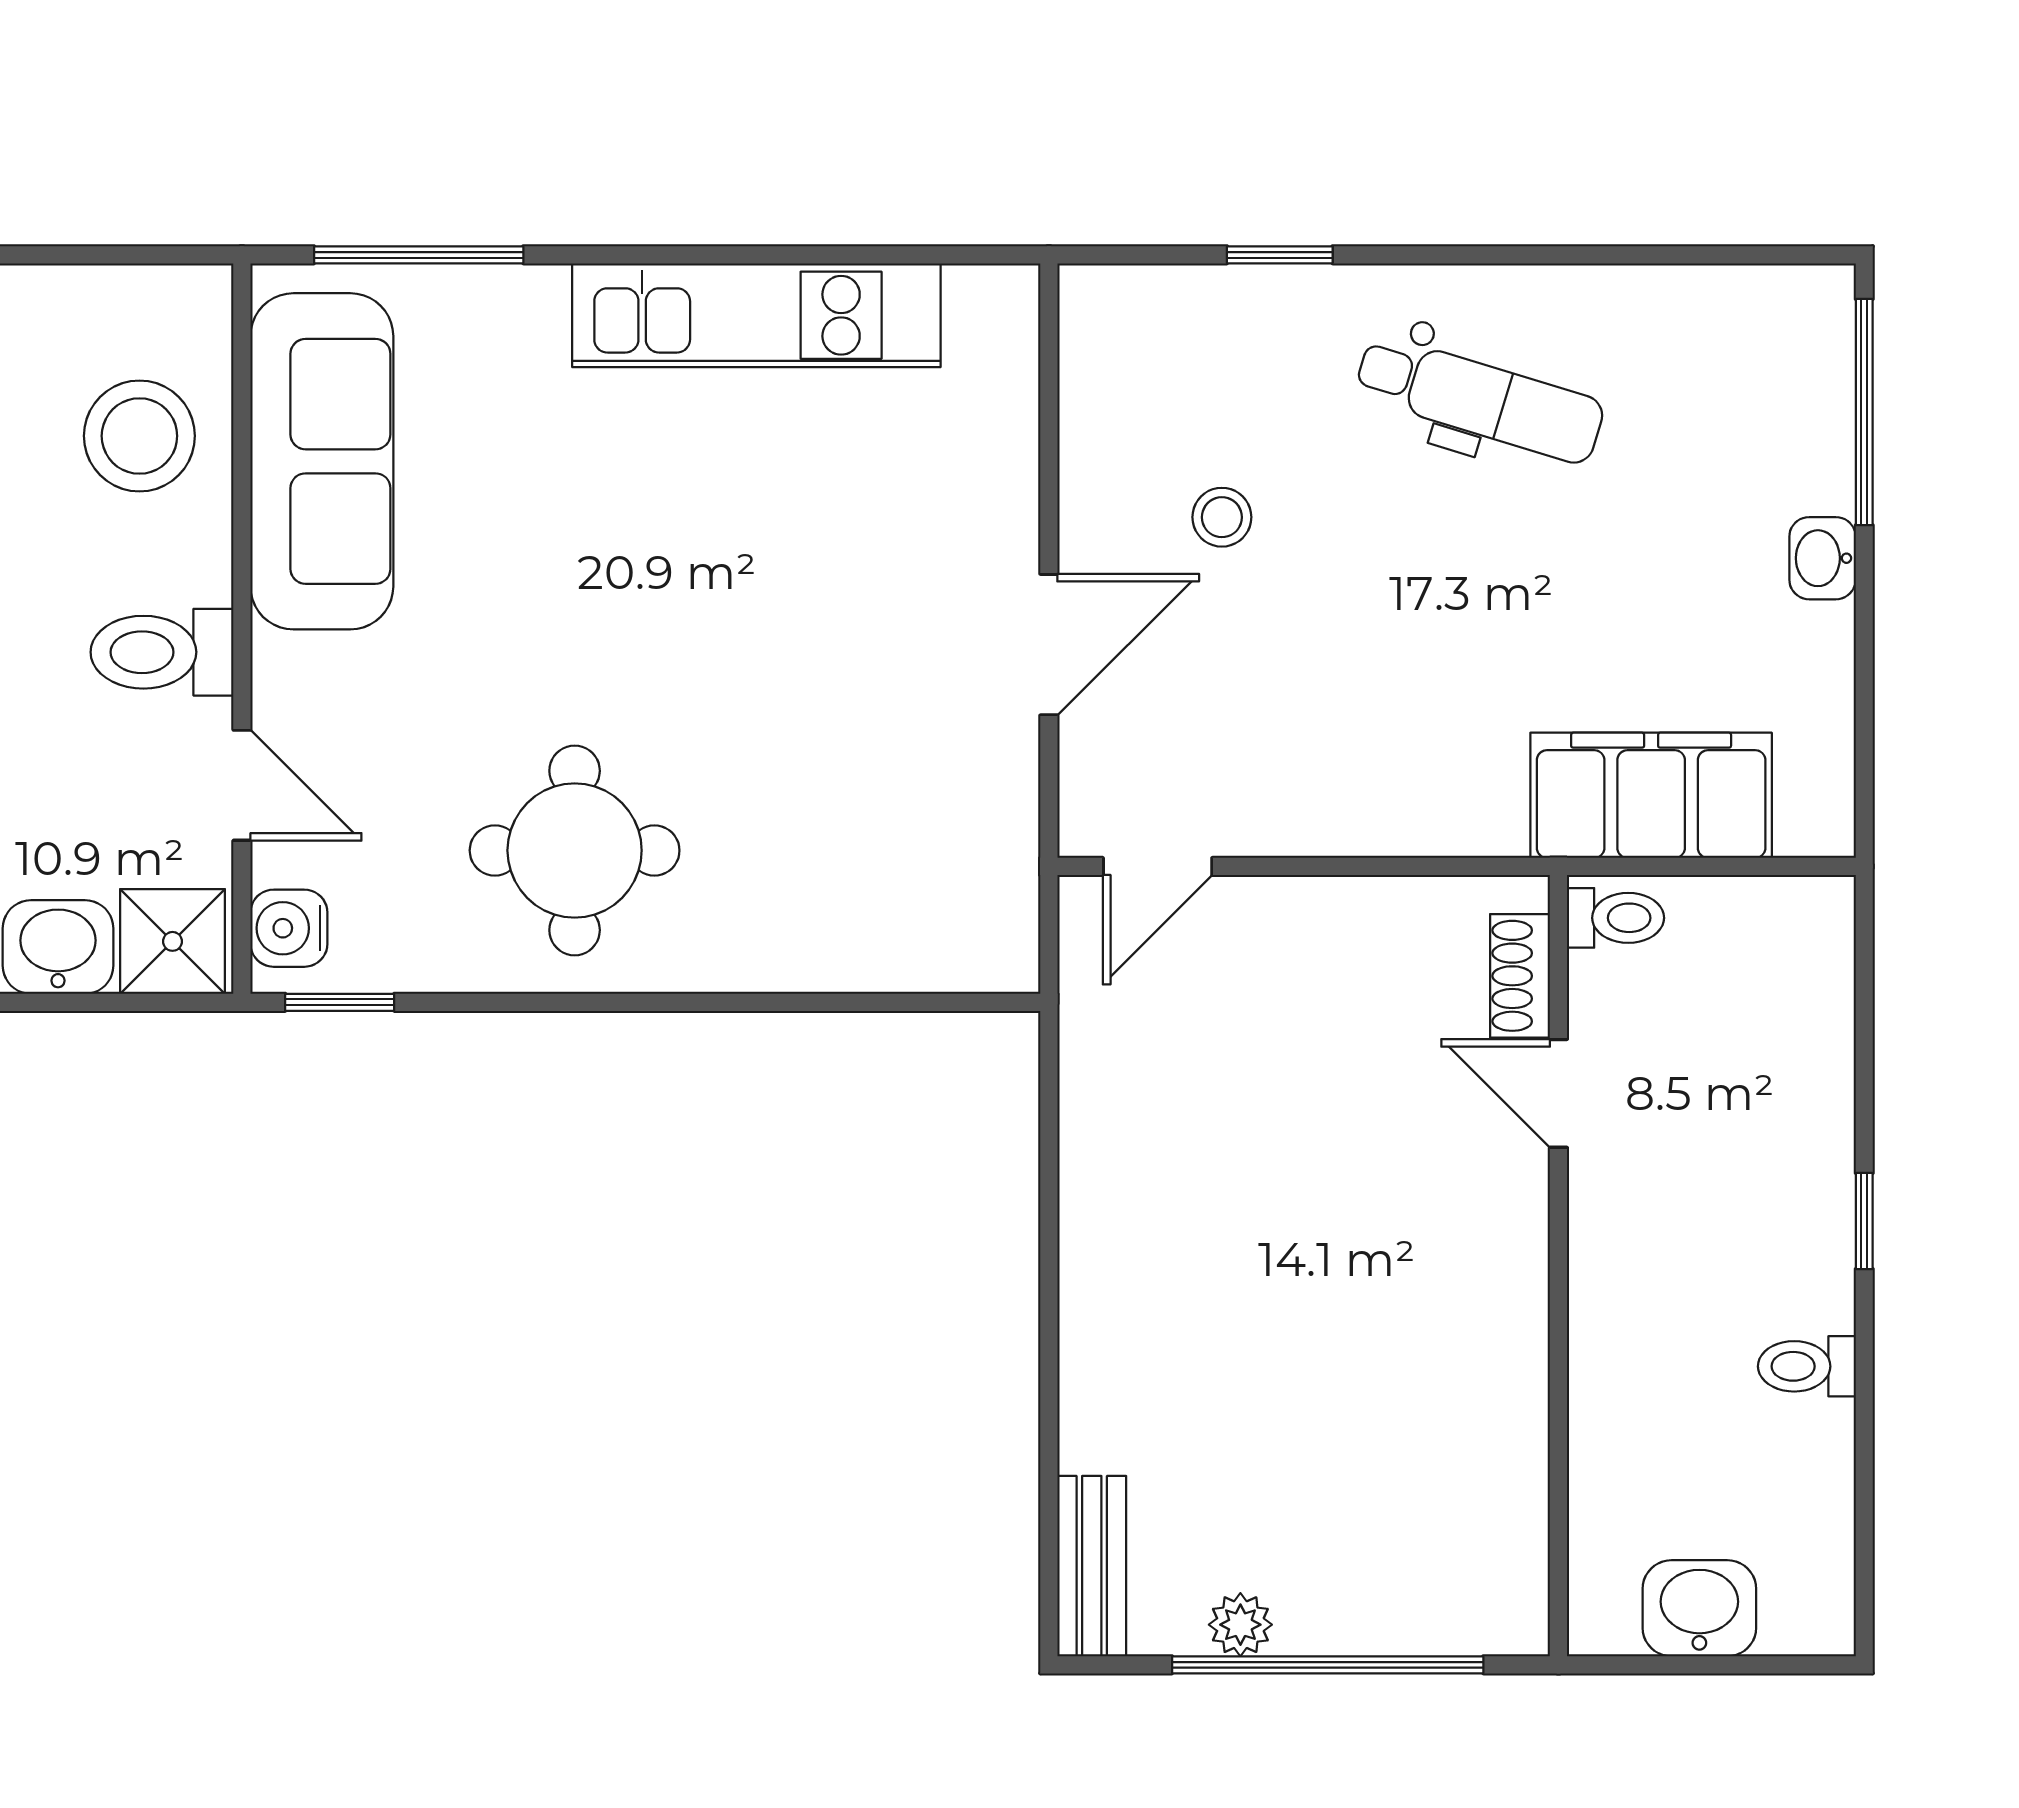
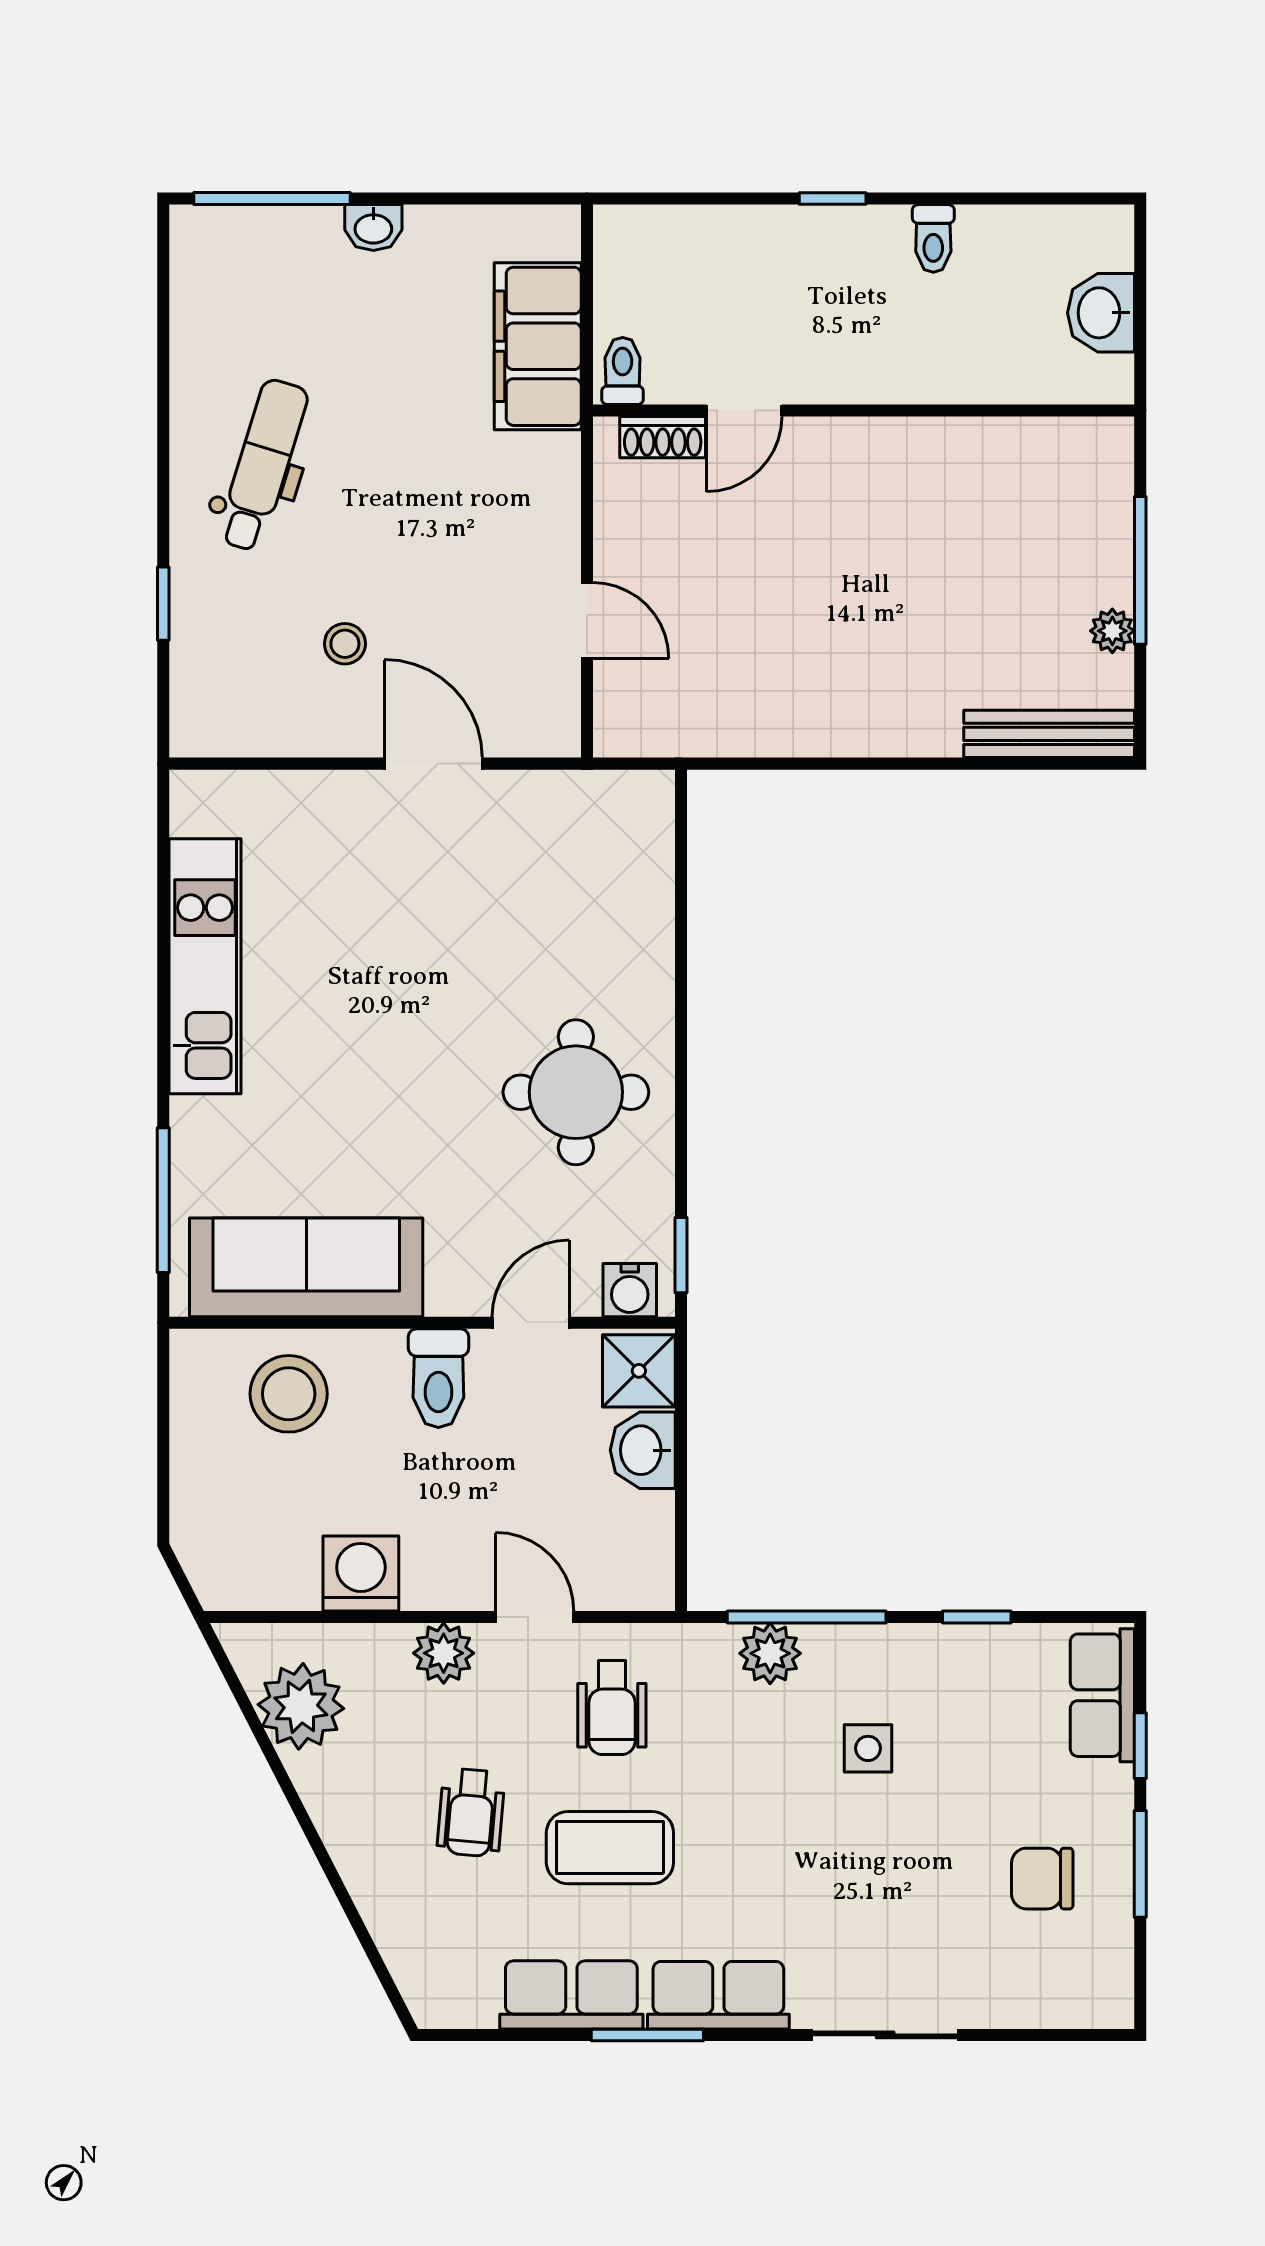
door: (1158, 866) -> (587, 620), moved
bench: (1092, 1566) -> (1049, 734), width x1.36
window: (1328, 1665) -> (1140, 570), width x0.68

